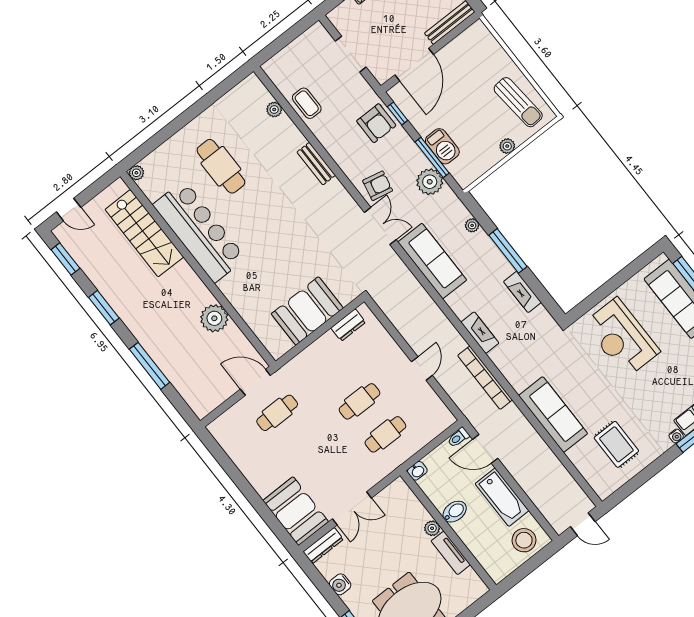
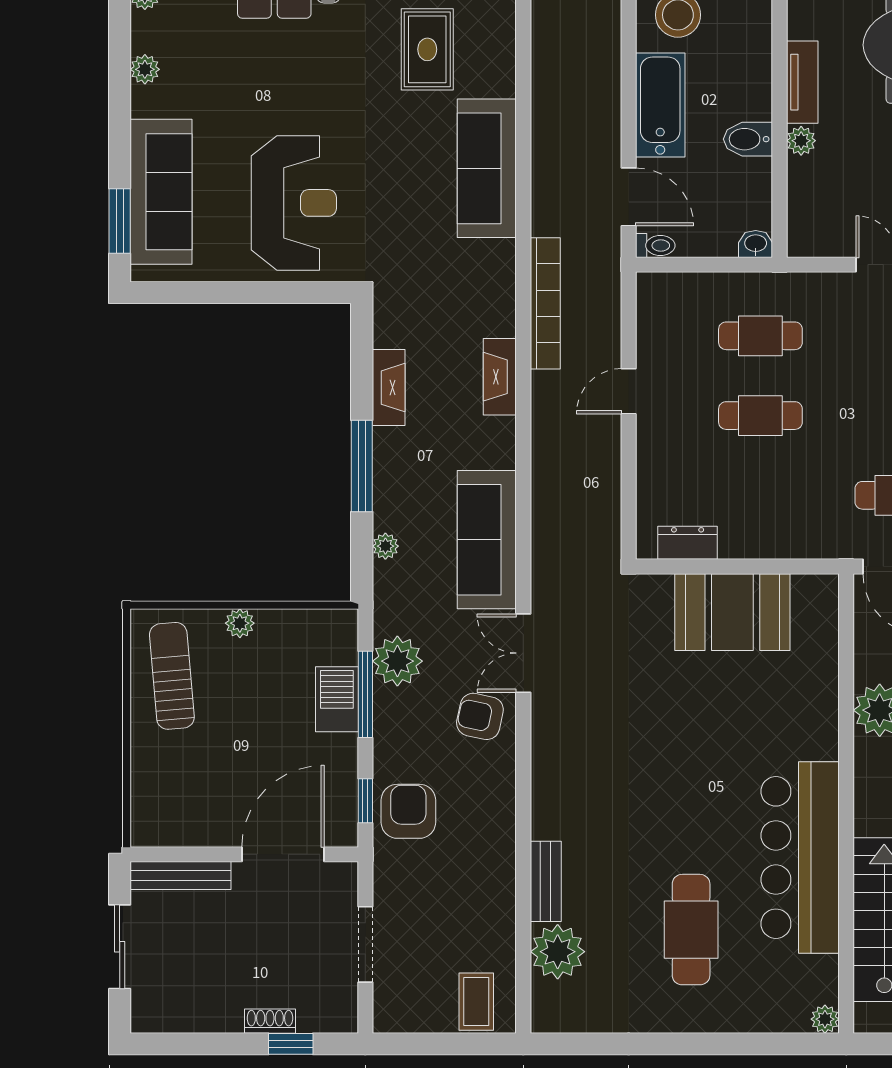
coffee table: (307, 103) -> (476, 1002), moved
plant: (274, 110) -> (558, 952), width x1.88, depth x1.88
bench: (316, 164) -> (546, 881), moved

